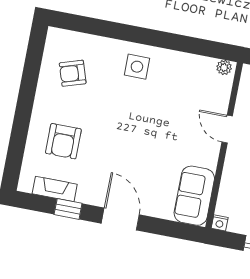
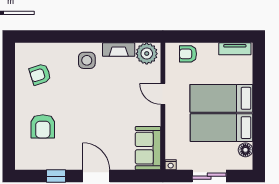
plant: (224, 67) -> (147, 54), width x1.88, depth x1.88
fireplace: (55, 189) -> (119, 50), moved, turned 180

